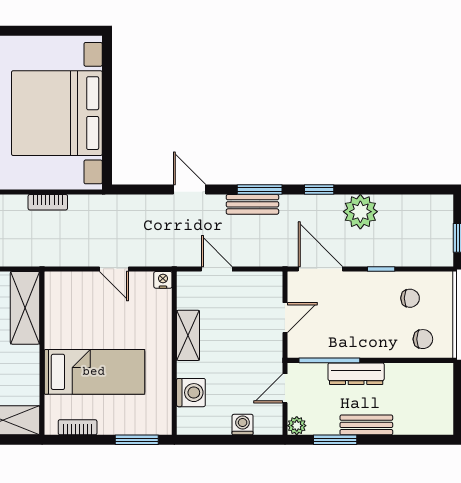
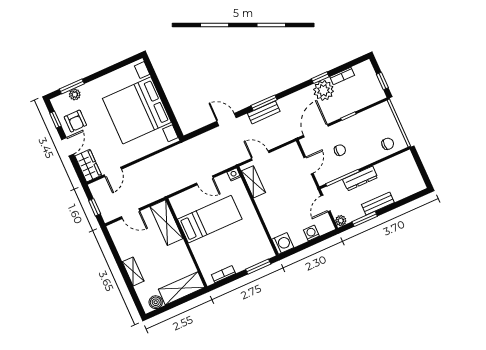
window: (319, 190) -> (320, 78), moved
bookcase: (48, 202) -> (342, 76), moved
door: (320, 269) -> (316, 131), hinge flipped
chair: (410, 298) -> (340, 150), moved
shelving: (188, 335) -> (253, 182), moved
bed: (94, 372) -> (210, 219), moved
washing machine: (191, 393) -> (283, 243), moved

